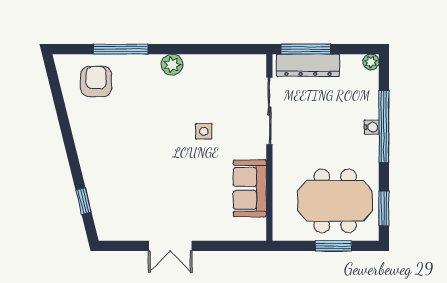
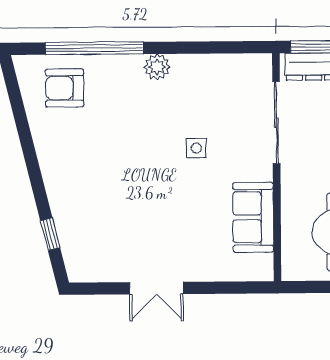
window: (121, 49) -> (94, 48), width x1.46
armchair: (96, 81) -> (65, 88), turned -90

